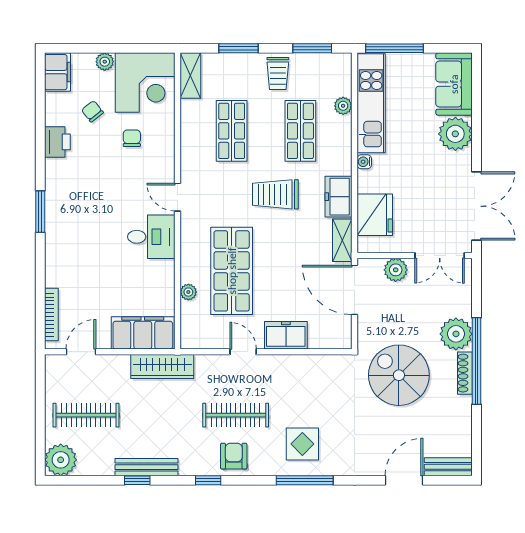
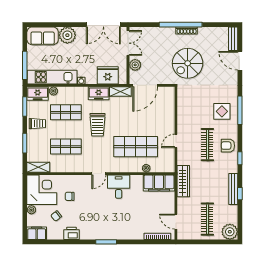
double door: (476, 206) -> (103, 25), swing flipped
filing cabinet: (143, 333) -> (159, 183), moved, turned -90
plant: (456, 334) -> (167, 35), removed
freezer: (286, 335) -> (38, 94), moved, turned -90

